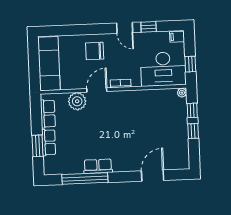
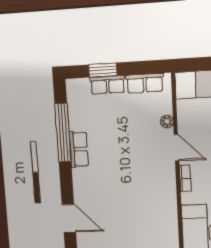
plant: (77, 101) -> (167, 121), width x0.53, depth x0.53

